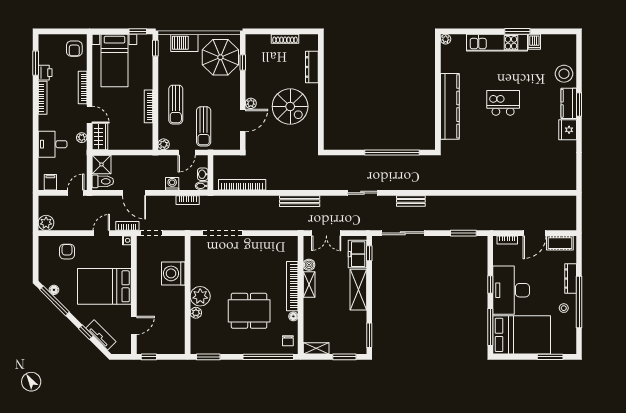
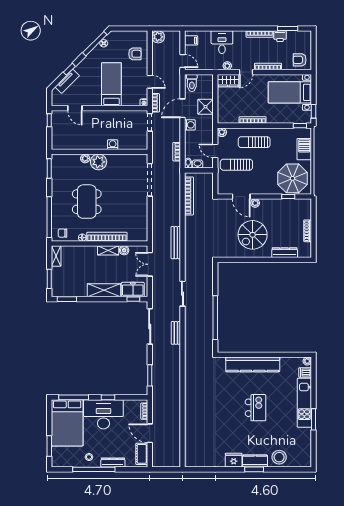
dishwasher: (534, 42) -> (305, 373), moved
shower: (101, 164) -> (205, 107), moved
washing machine: (172, 184) -> (190, 125), moved
washing machine: (173, 273) -> (113, 145), width x0.53, depth x0.53
bed: (104, 286) -> (111, 84), width x0.67

